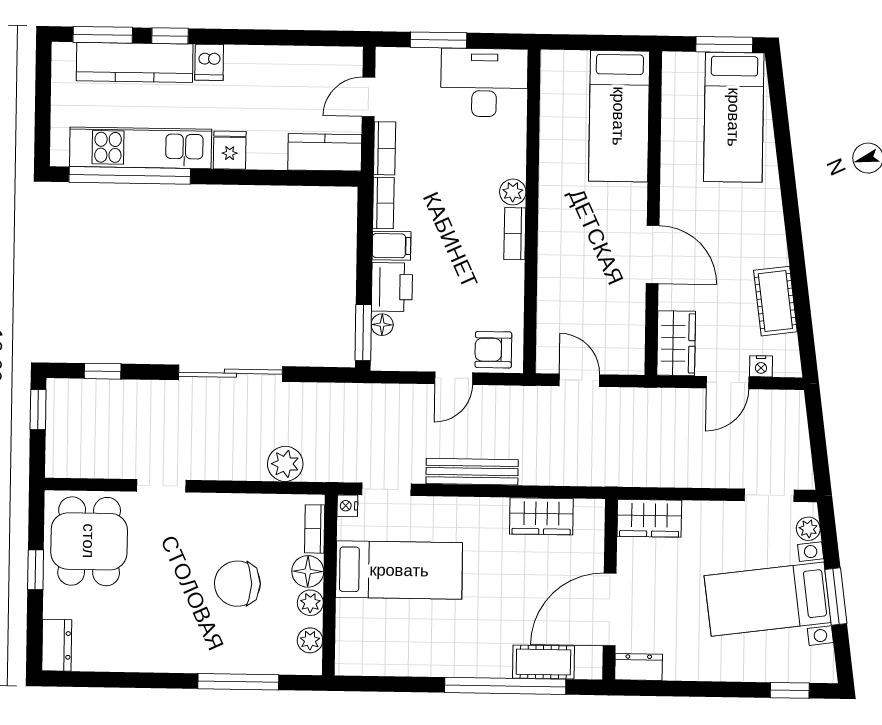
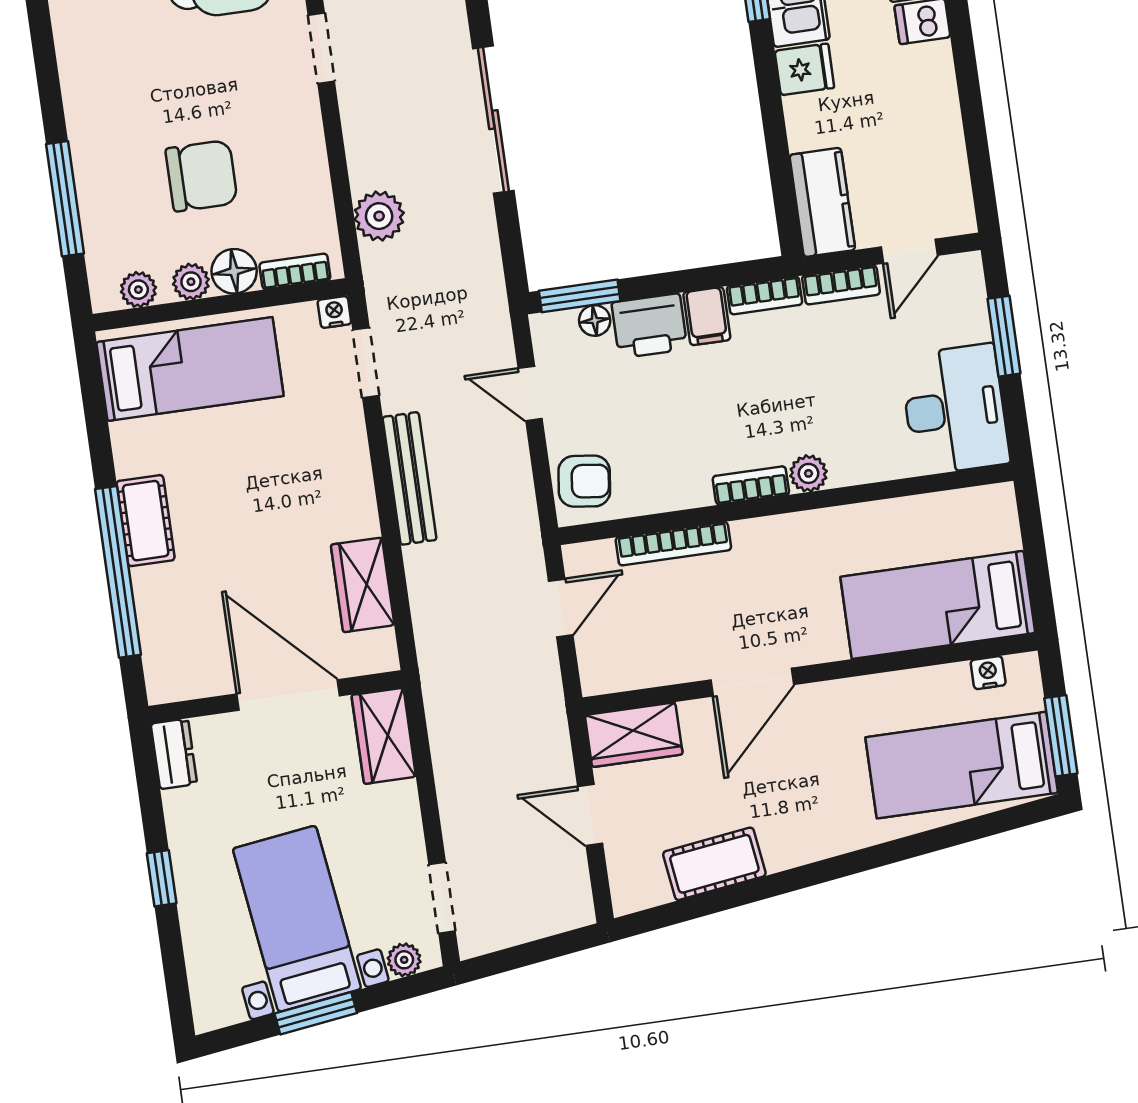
door: (369, 97) -> (909, 251), swing flipped
bookcase: (547, 294) -> (673, 544), added
armchair: (493, 350) -> (584, 481), turned 97
nightstand: (761, 366) -> (988, 673), moved, turned 90
door: (454, 378) -> (530, 394), moved
bed: (399, 570) -> (190, 369), moved, turned -90
chair: (237, 584) -> (202, 176), turned 90
door: (610, 610) -> (288, 695), moved
cot: (543, 662) -> (146, 521), moved
window: (790, 690) -> (162, 878), moved

